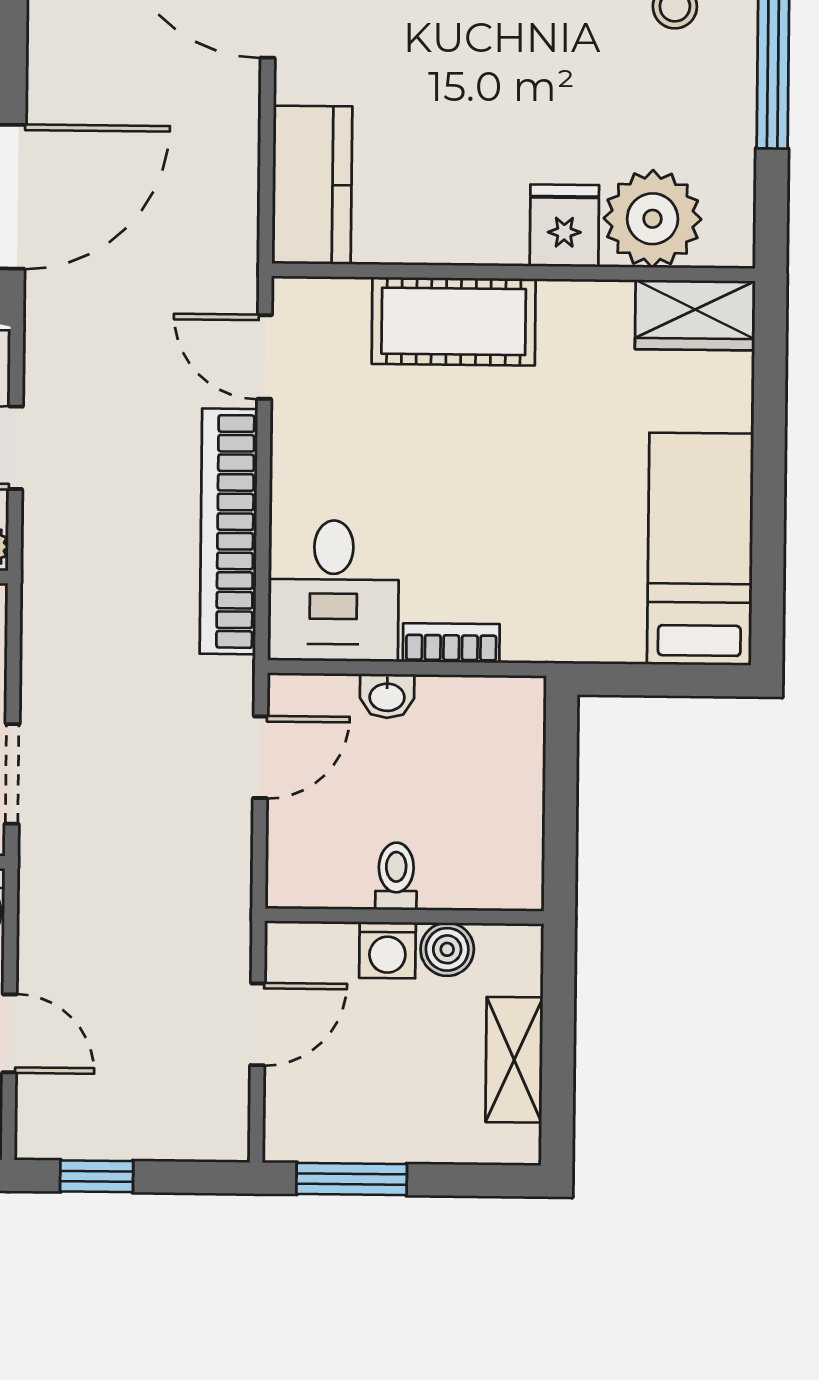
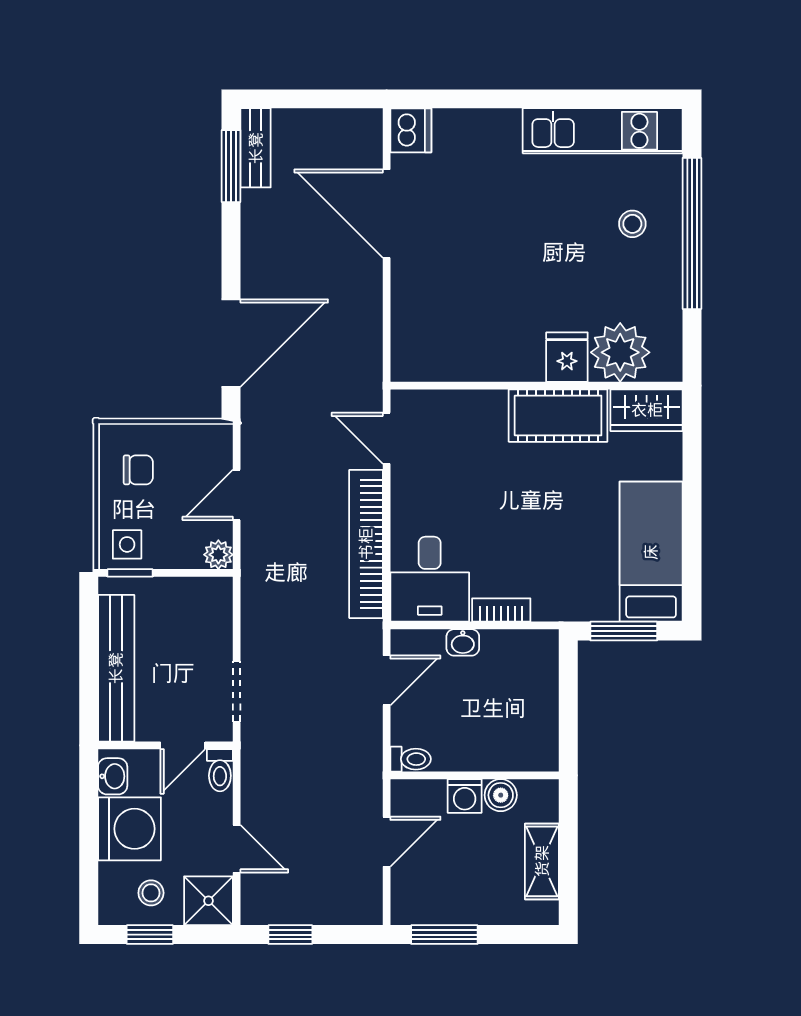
kitchen counter: (312, 185) -> (414, 334), removed
cot: (454, 321) -> (558, 416), moved
window: (654, 680) -> (624, 631), added
toilet: (396, 876) -> (411, 759), moved, turned 90

